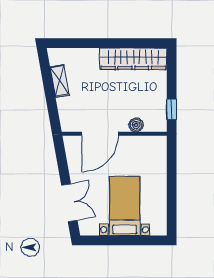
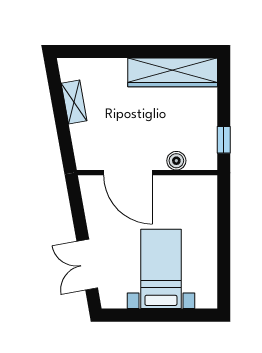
door: (100, 134) -> (128, 173), hinge flipped
double door: (69, 203) -> (87, 265), swing flipped

